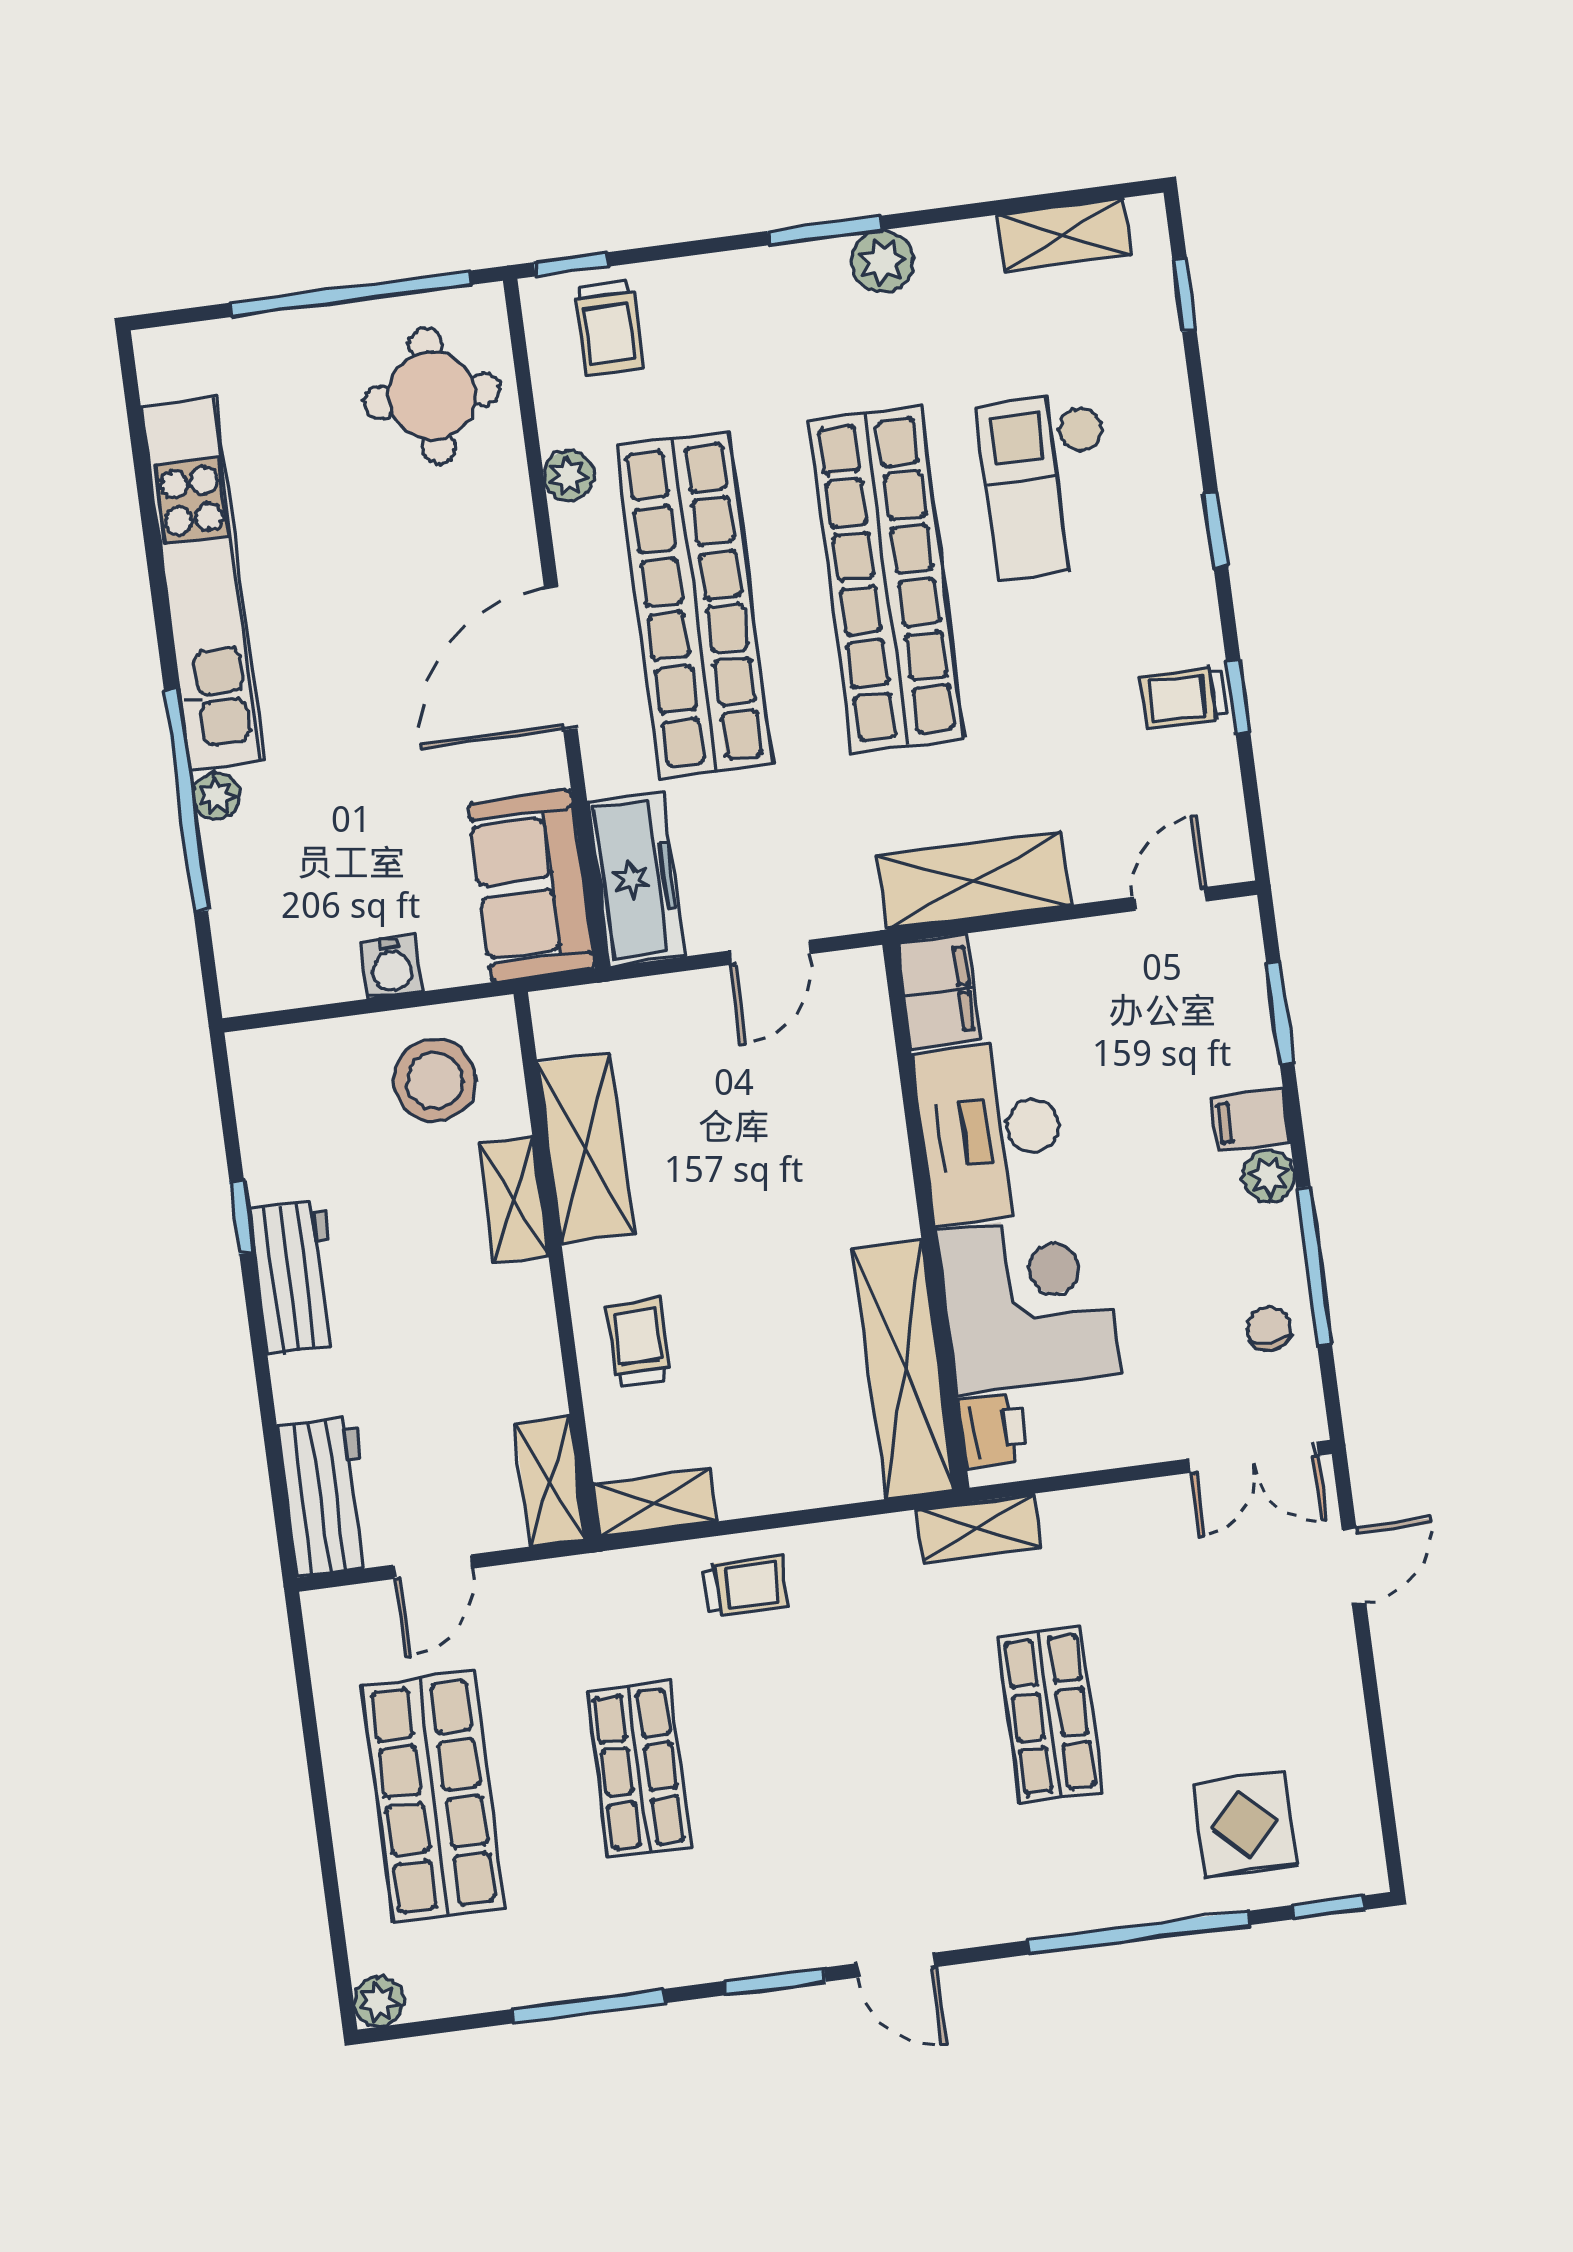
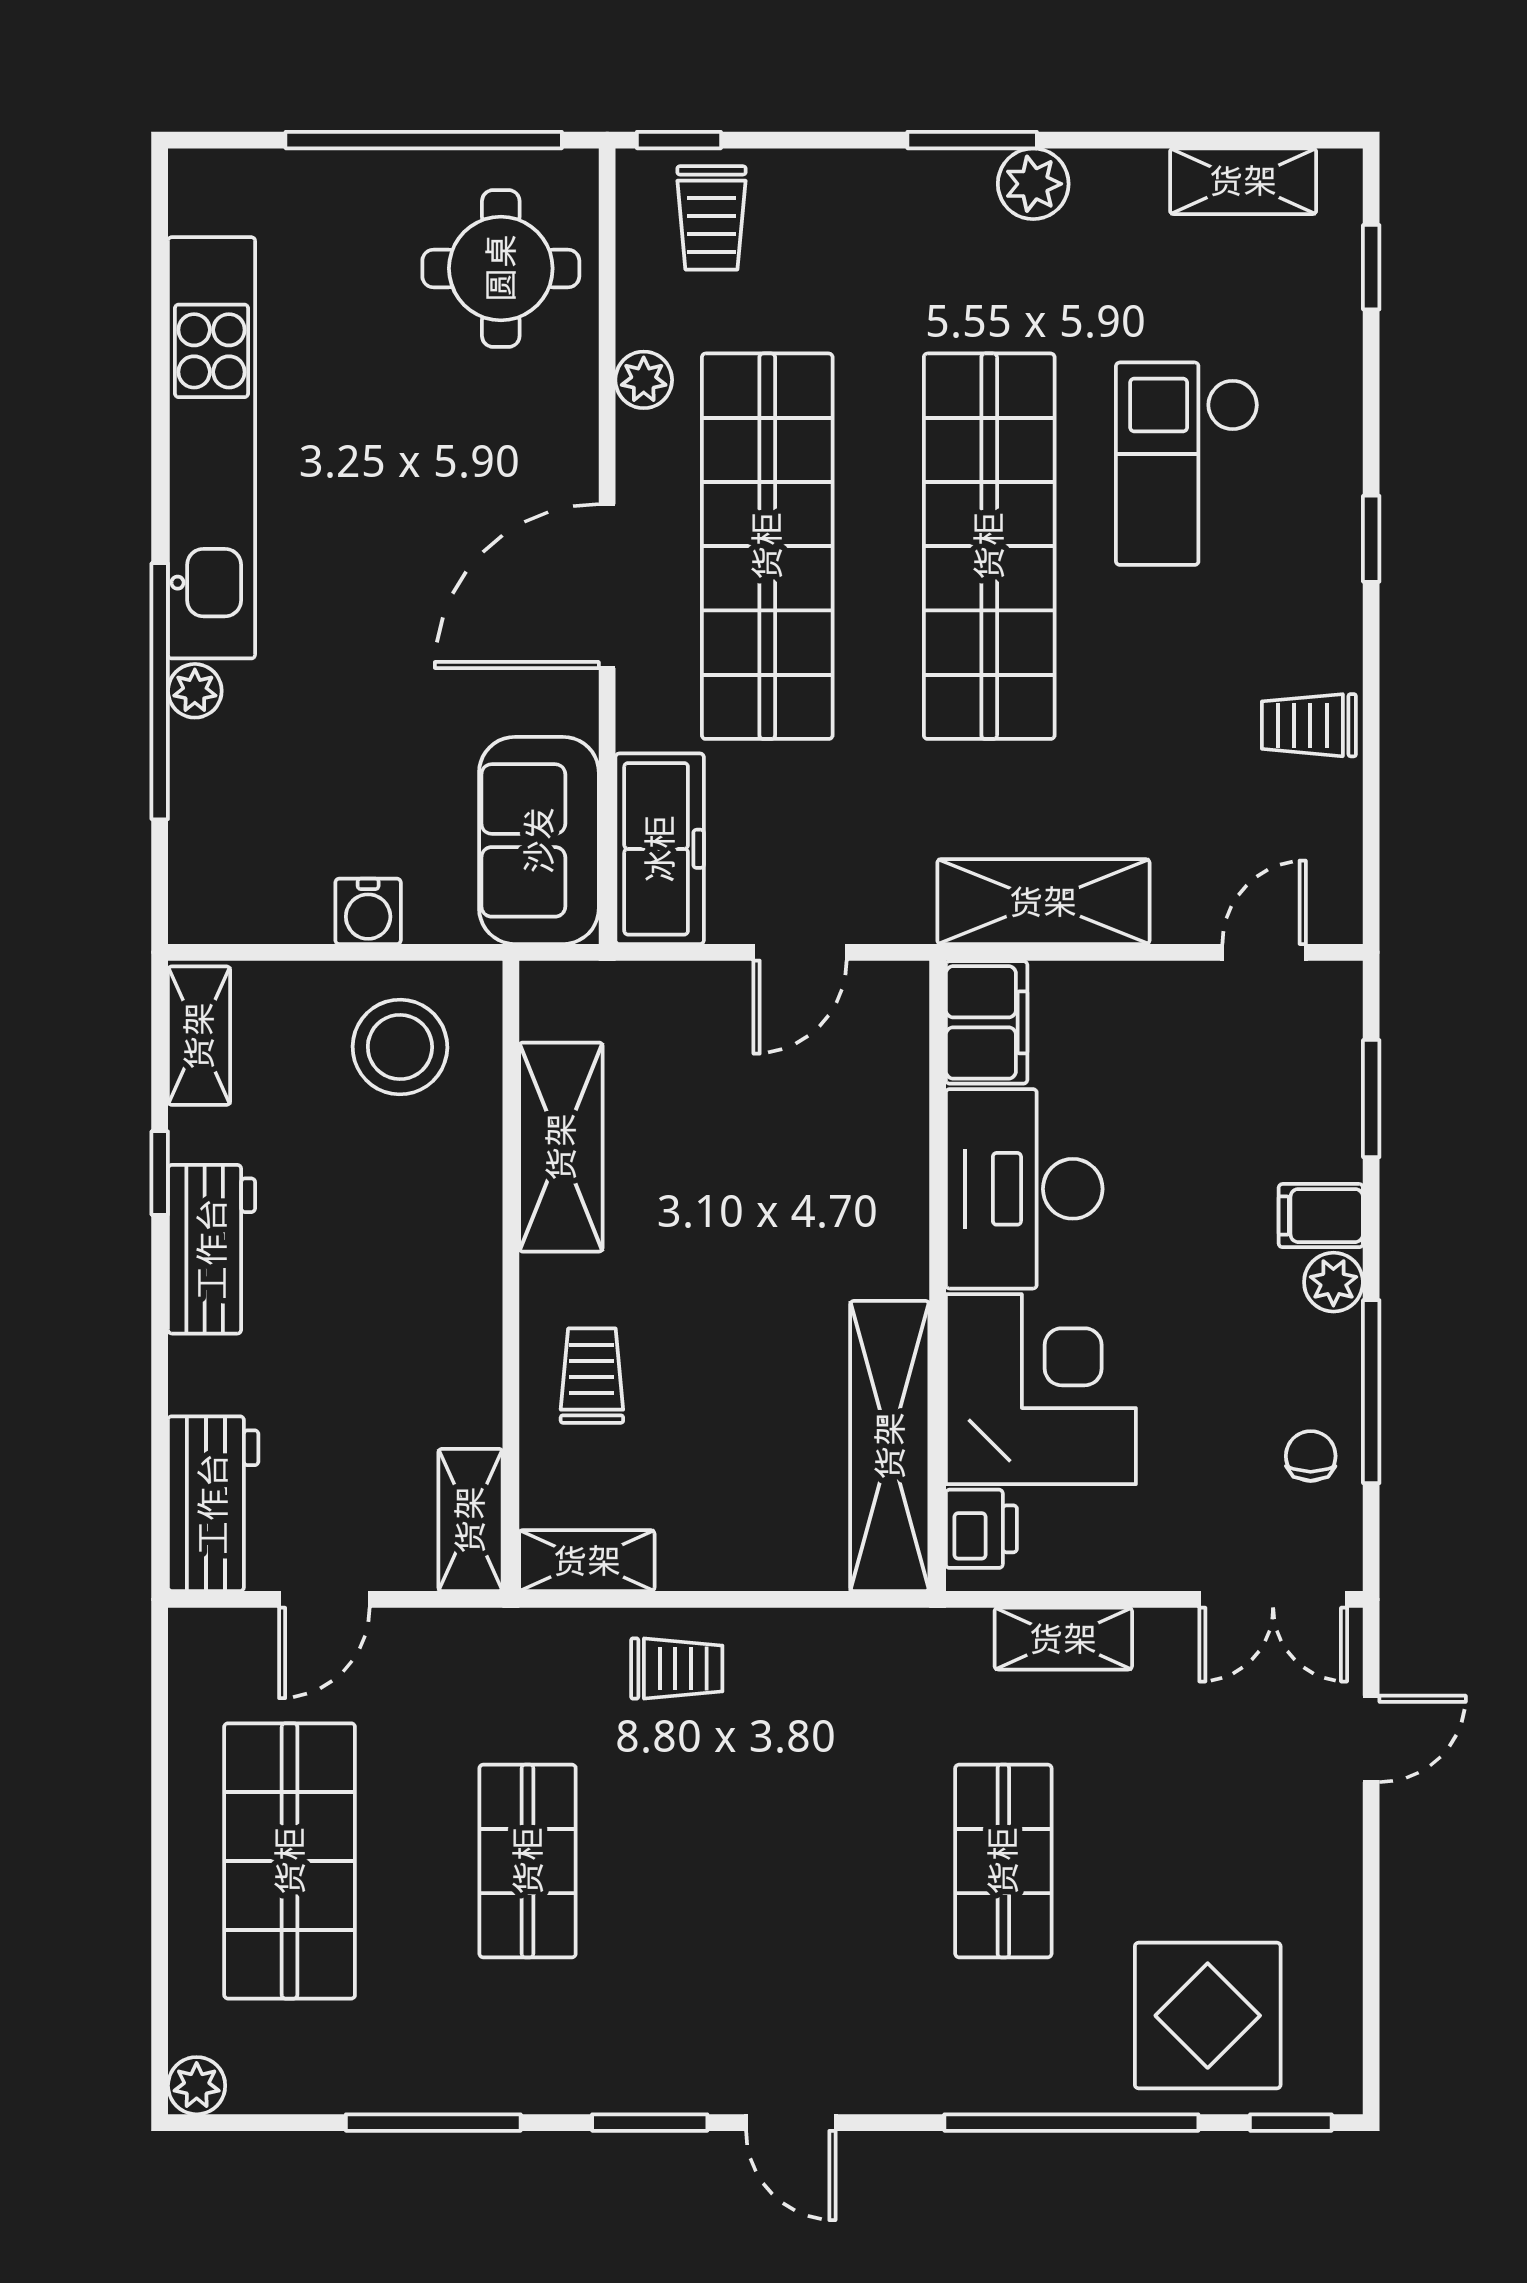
window: (1238, 697) -> (1371, 733), removed
shelving: (513, 1199) -> (199, 1036), moved
shelving: (979, 1528) -> (1063, 1639), moved
display table: (1245, 1824) -> (1208, 2016), width x1.36, depth x1.36

